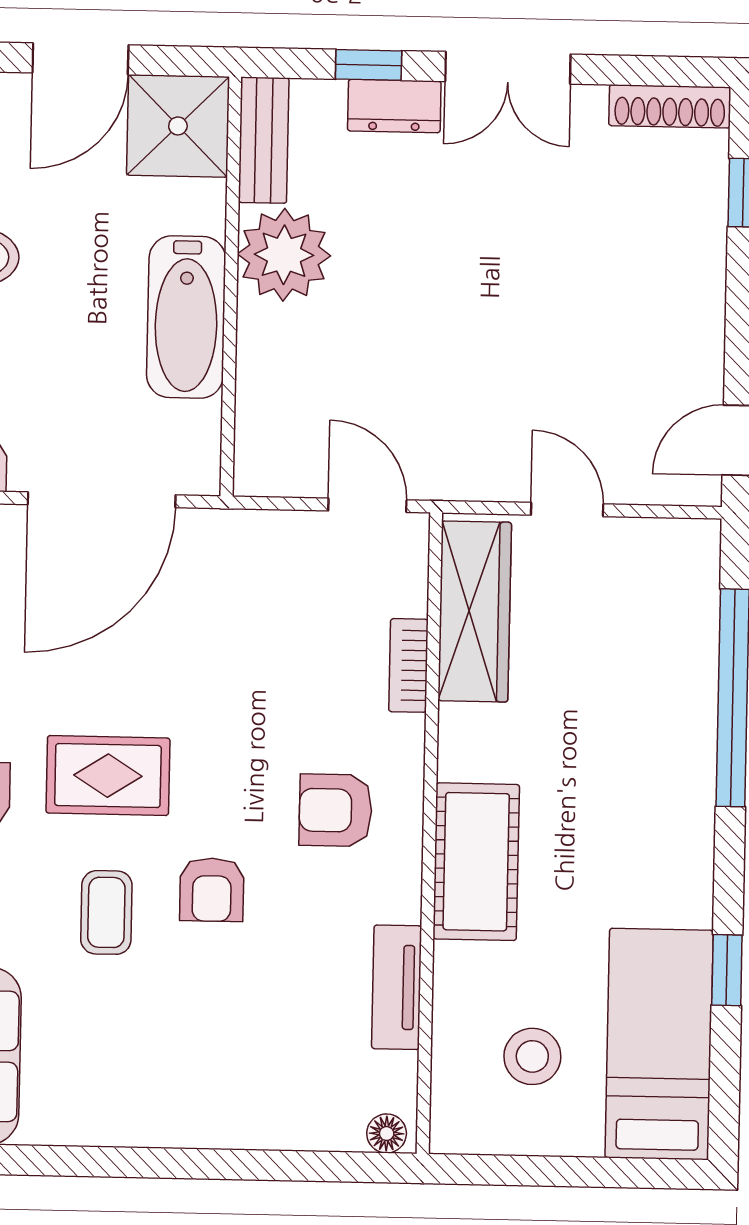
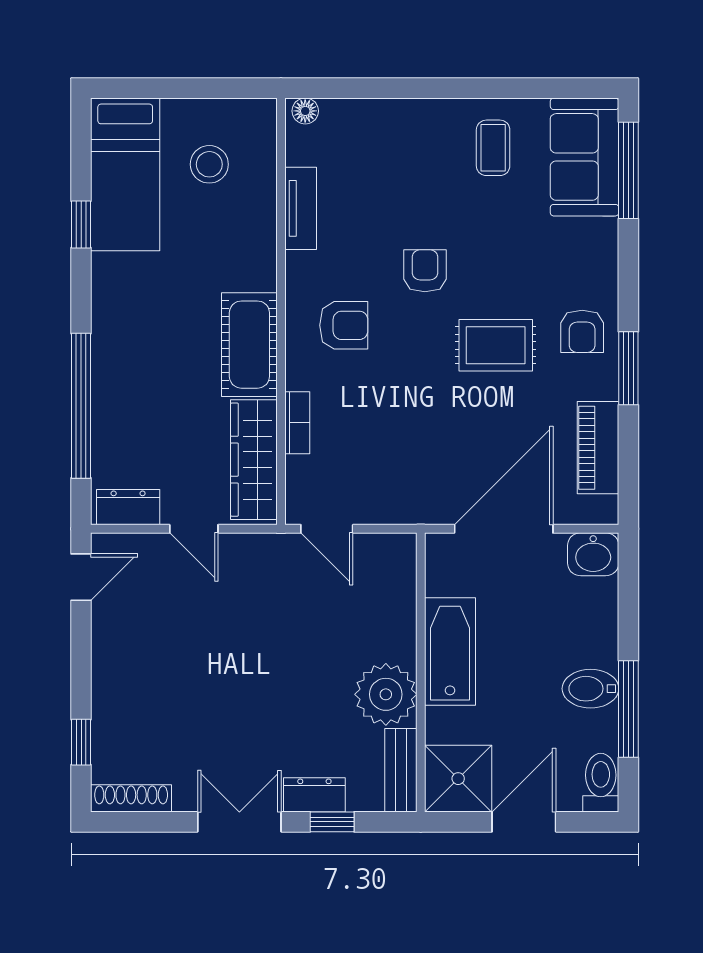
dresser: (665, 544) -> (128, 507), added
cot: (476, 862) -> (249, 345), moved
coffee table: (106, 912) -> (493, 148), moved

